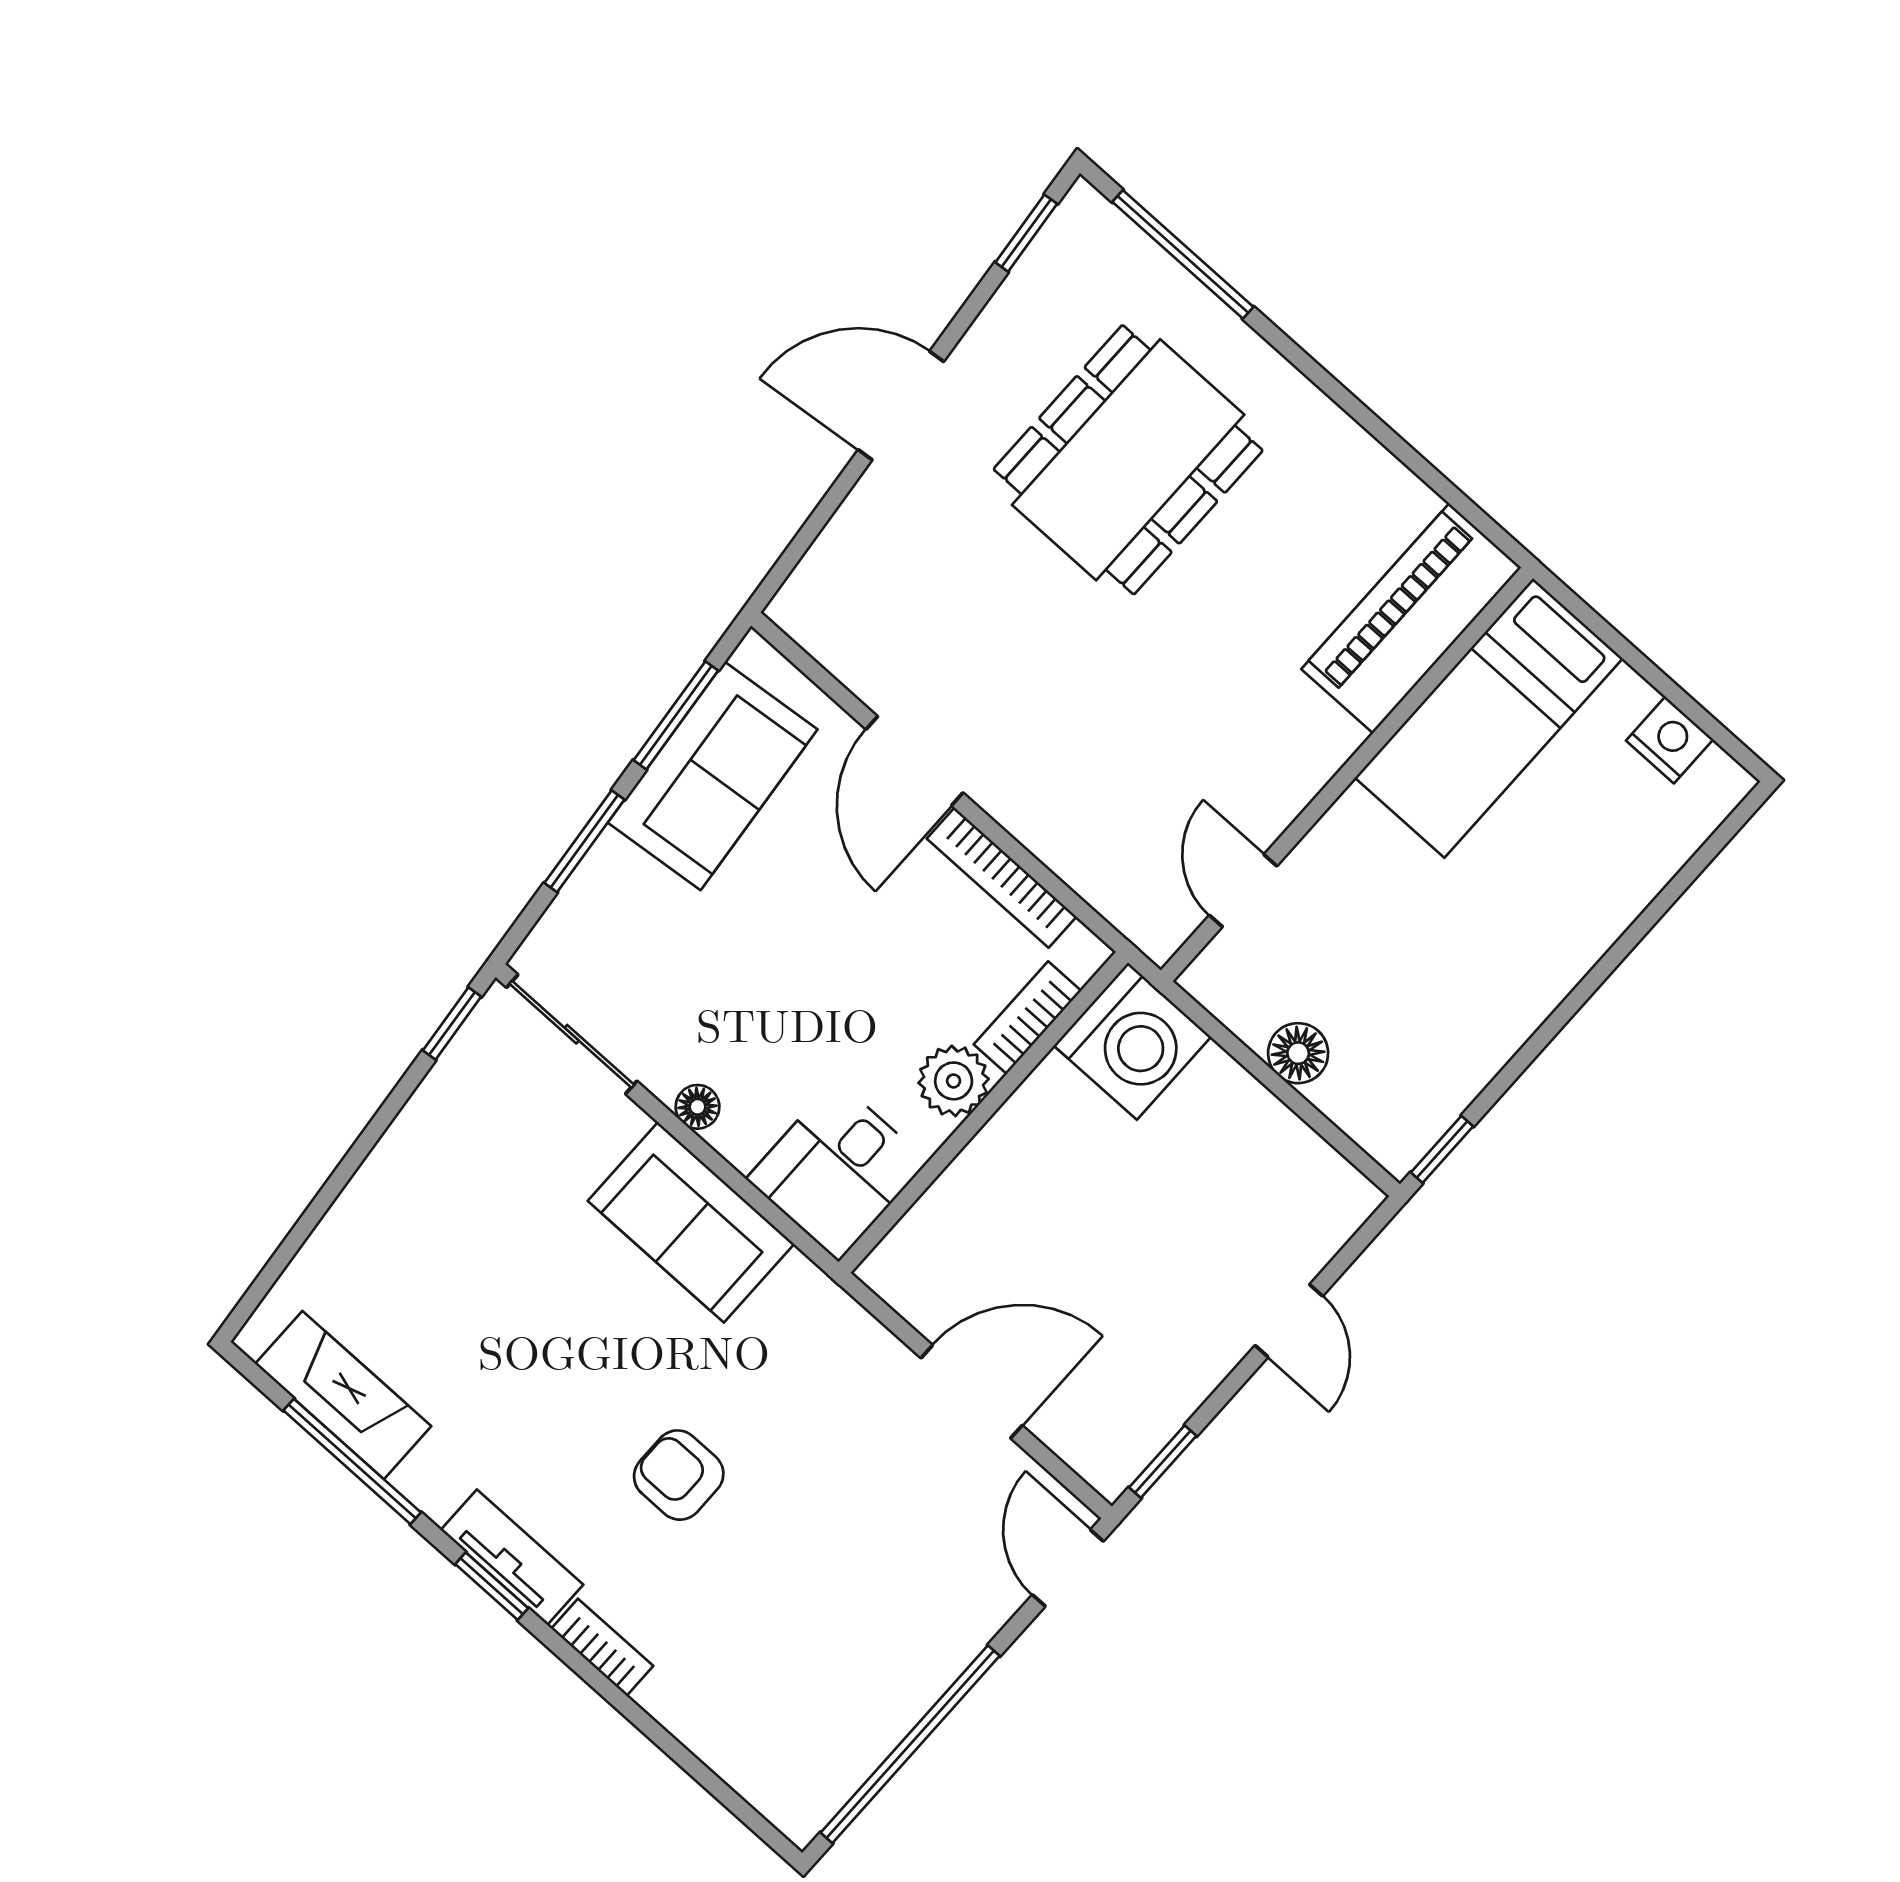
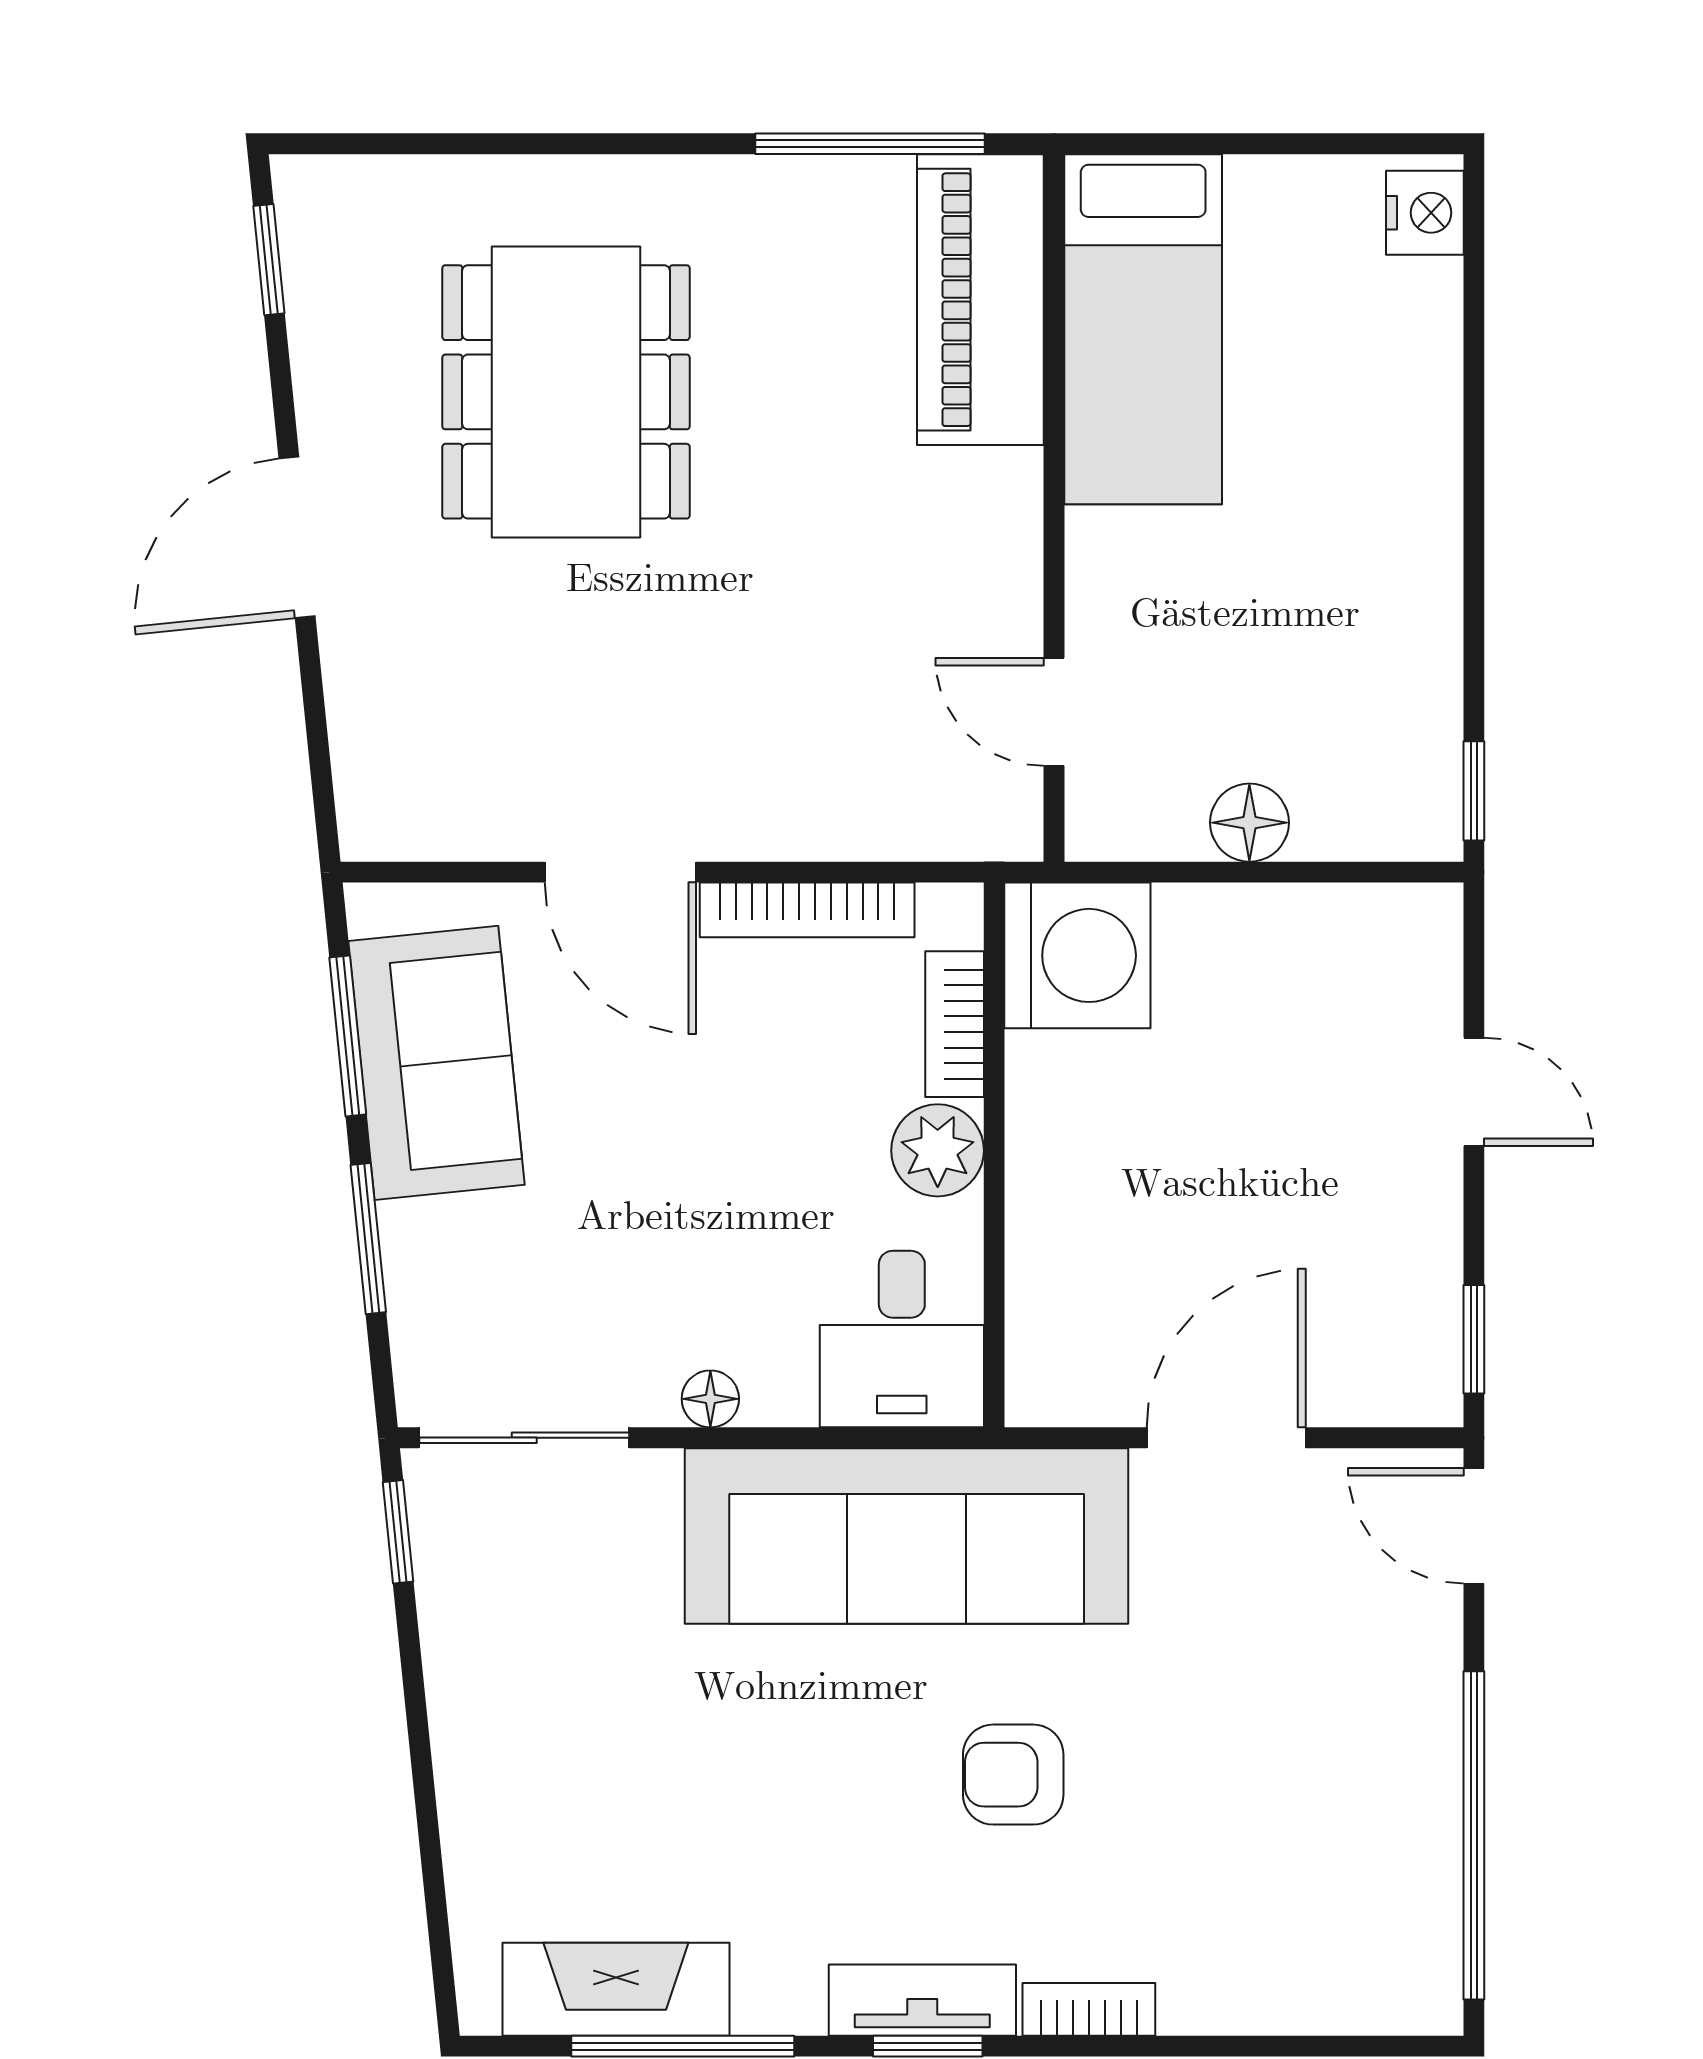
window: (1183, 254) -> (870, 144), moved
nightstand: (1670, 740) -> (1425, 213), moved, turned 90
sofa: (691, 1222) -> (907, 1536), width x1.85, depth x1.27

